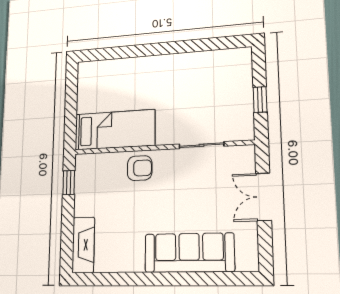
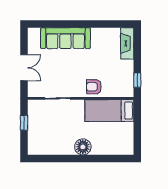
floor lamp: (158, 68) -> (83, 147), added

